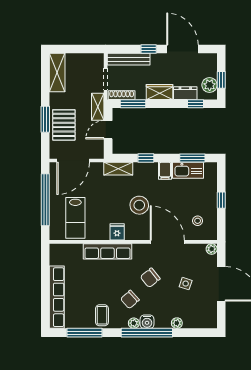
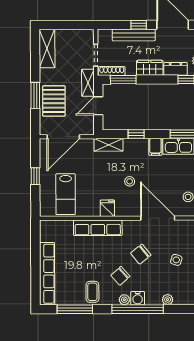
bench: (129, 59) -> (134, 35), moved
window: (45, 200) -> (35, 176), width x0.32
stool: (139, 205) -> (130, 181), width x0.53, depth x0.53

